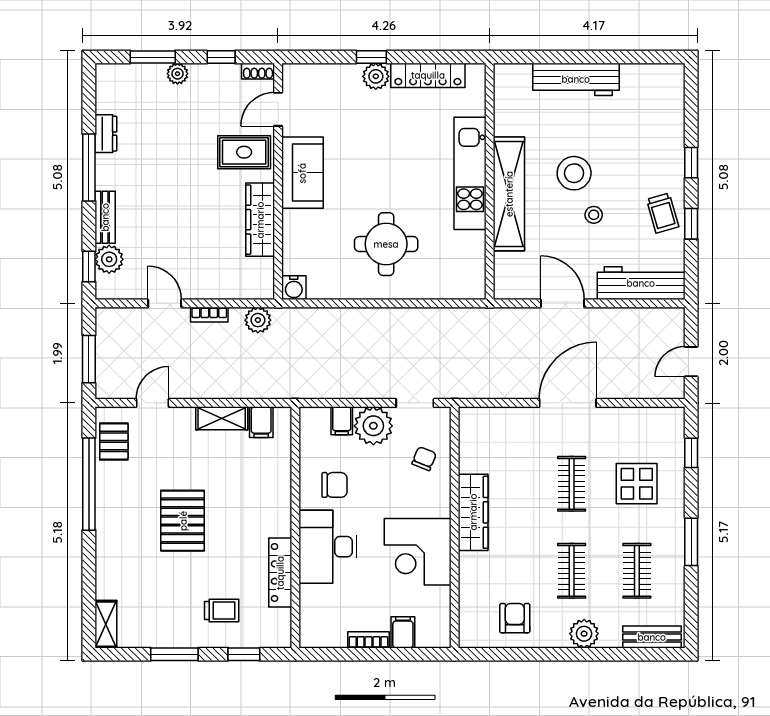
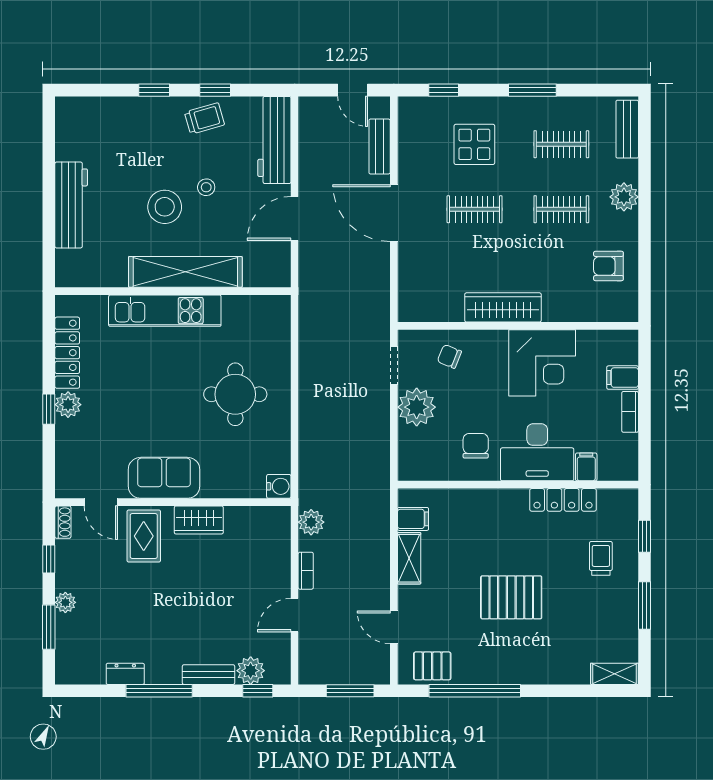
wardrobe: (260, 220) -> (199, 520), width x0.67
bench: (635, 389) -> (380, 146), added
filing cabinet: (342, 421) -> (586, 467), moved, turned -90

